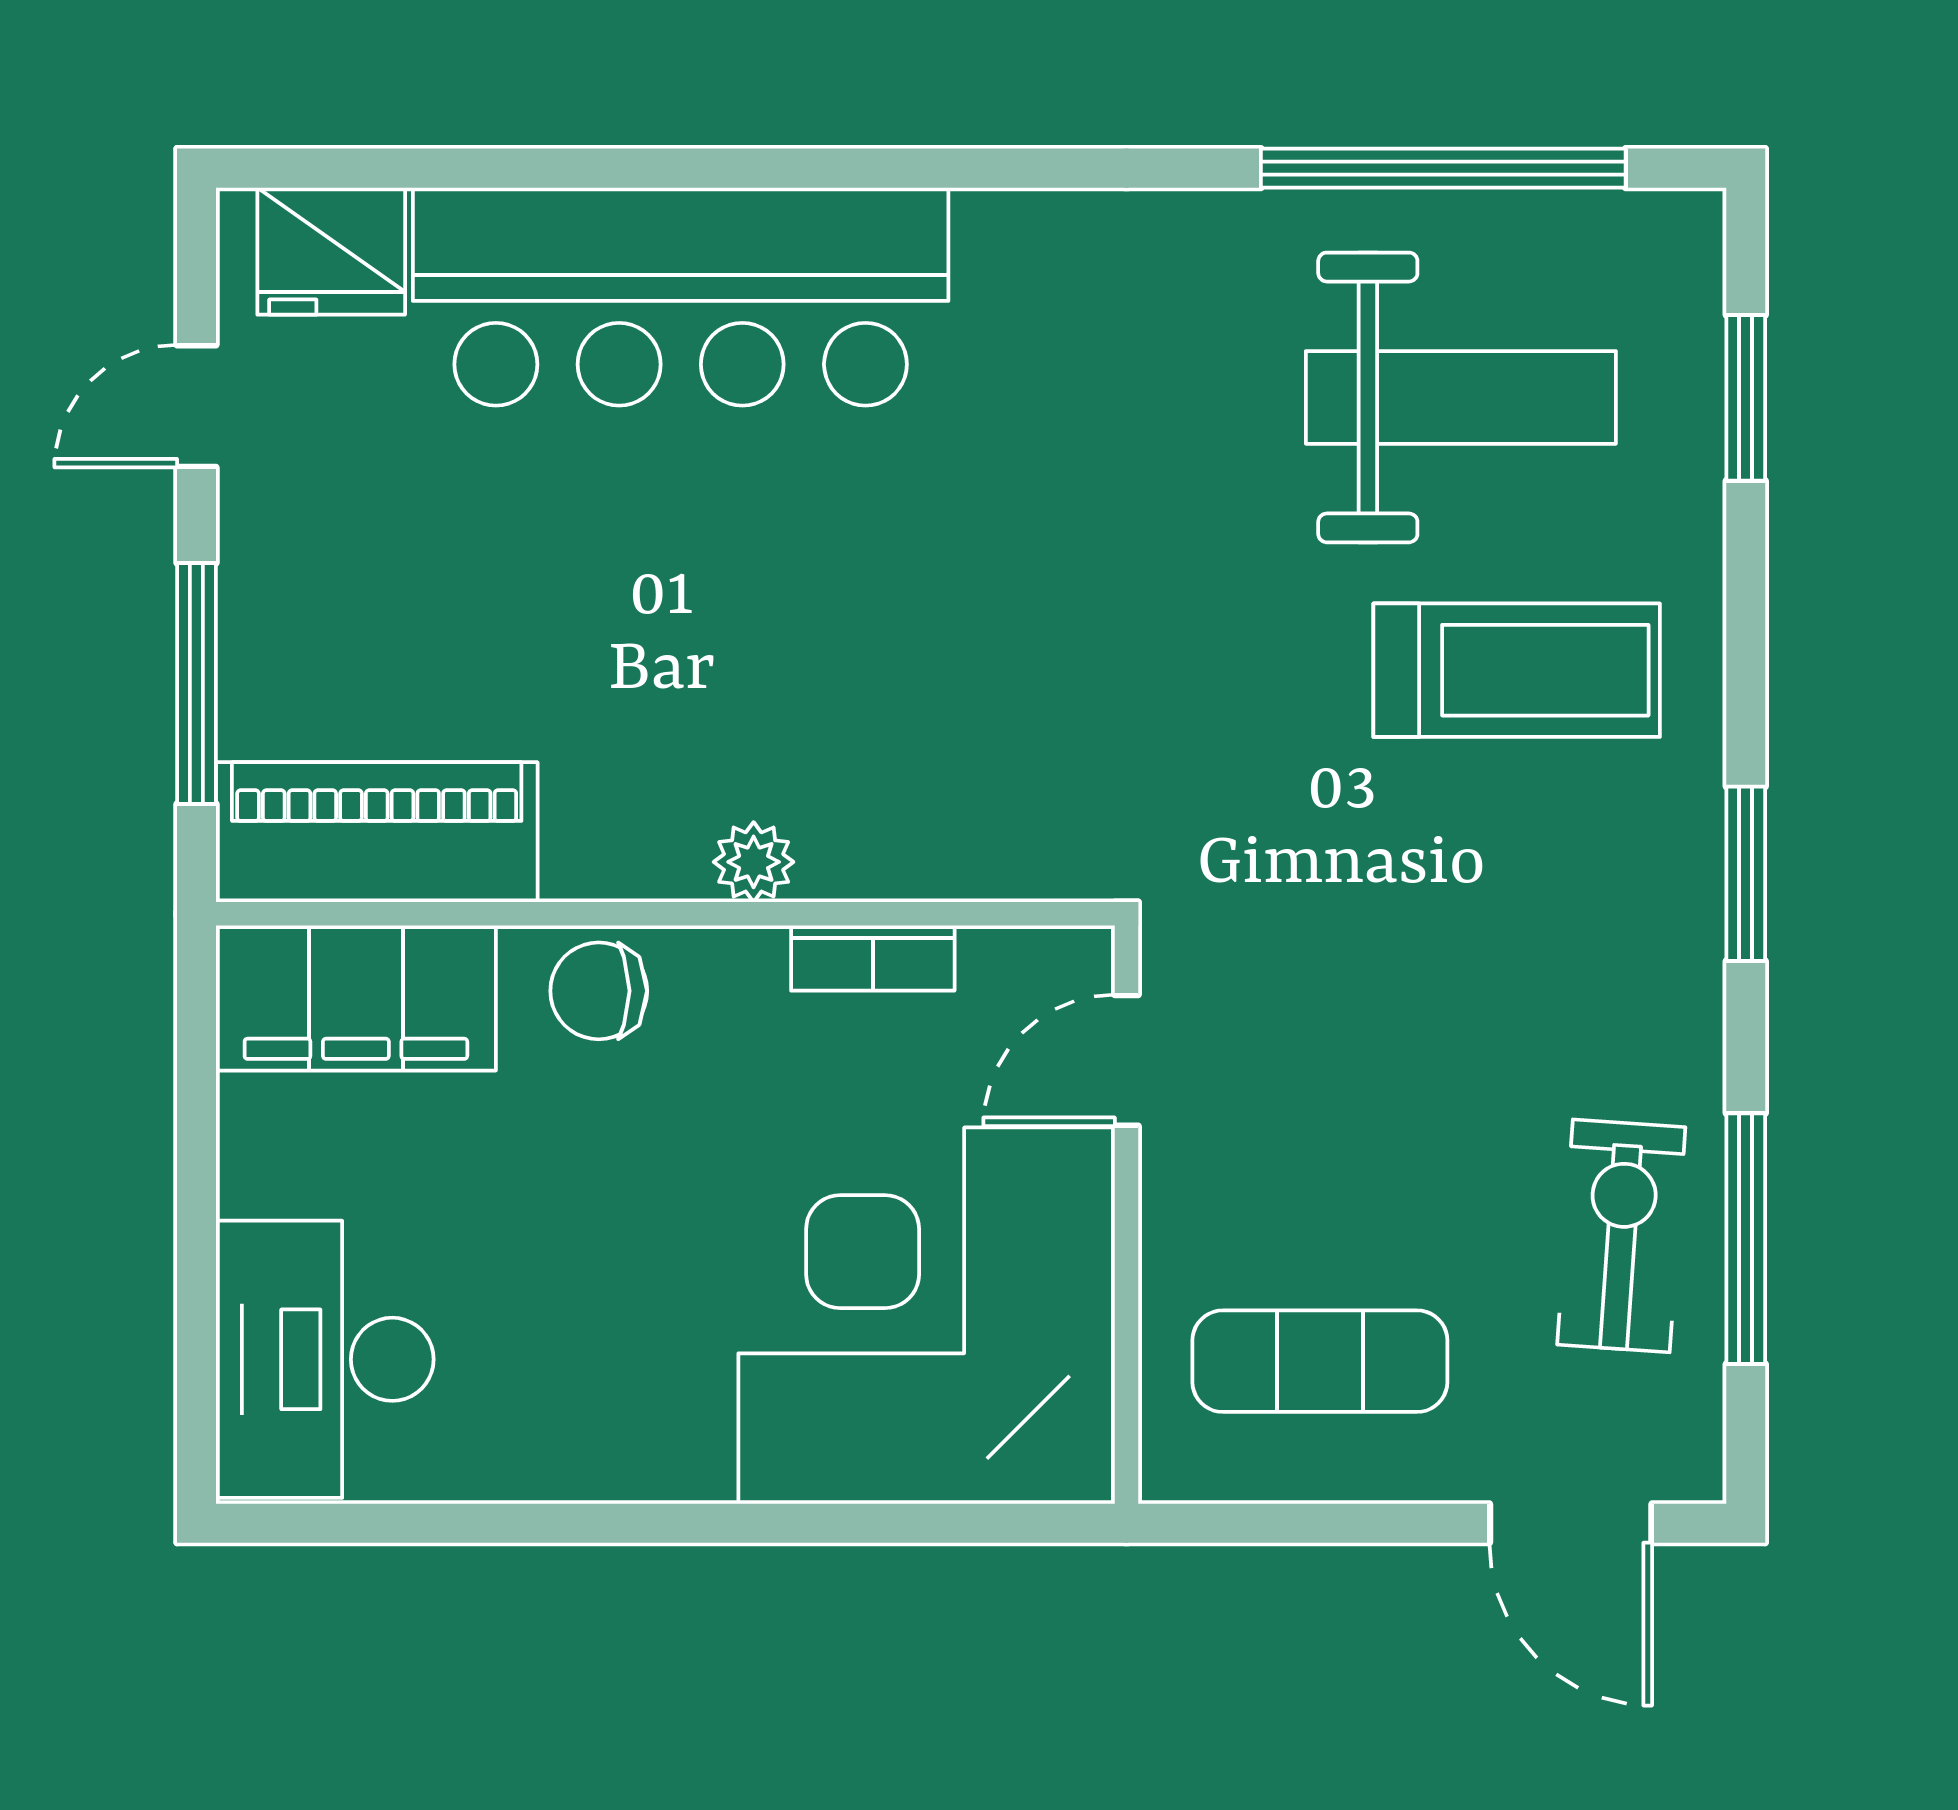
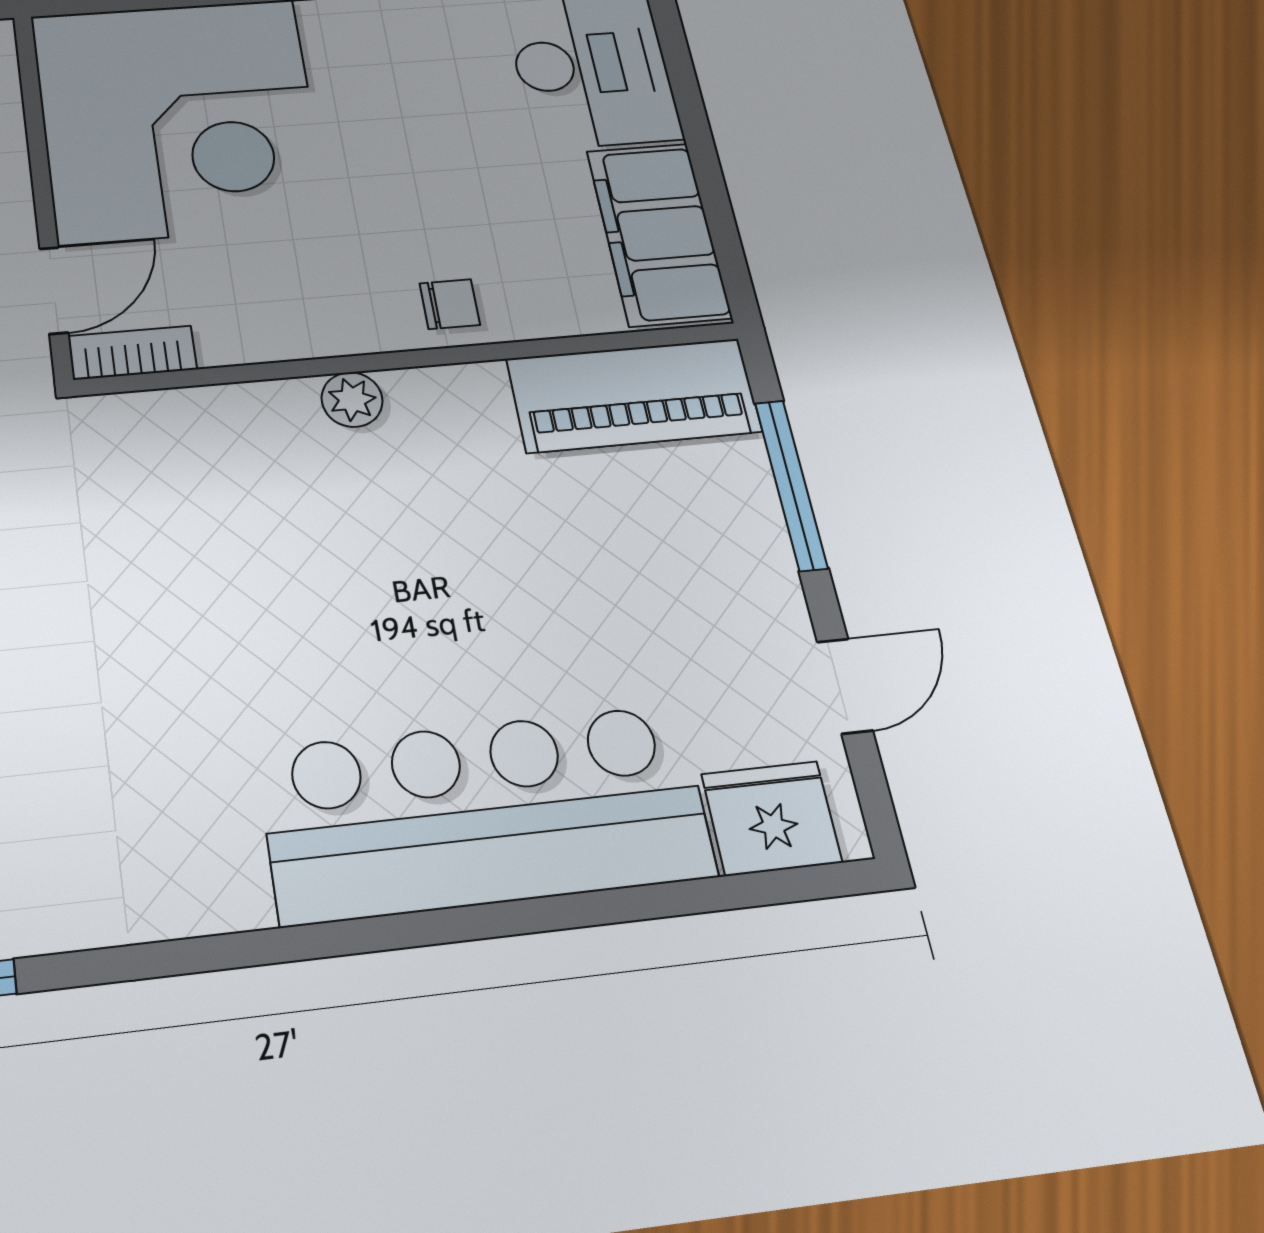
bookcase: (873, 958) -> (132, 353), moved
chair: (599, 991) -> (450, 304), width x0.73, depth x0.73
filing cabinet: (356, 998) -> (659, 234), moved, turned -90

